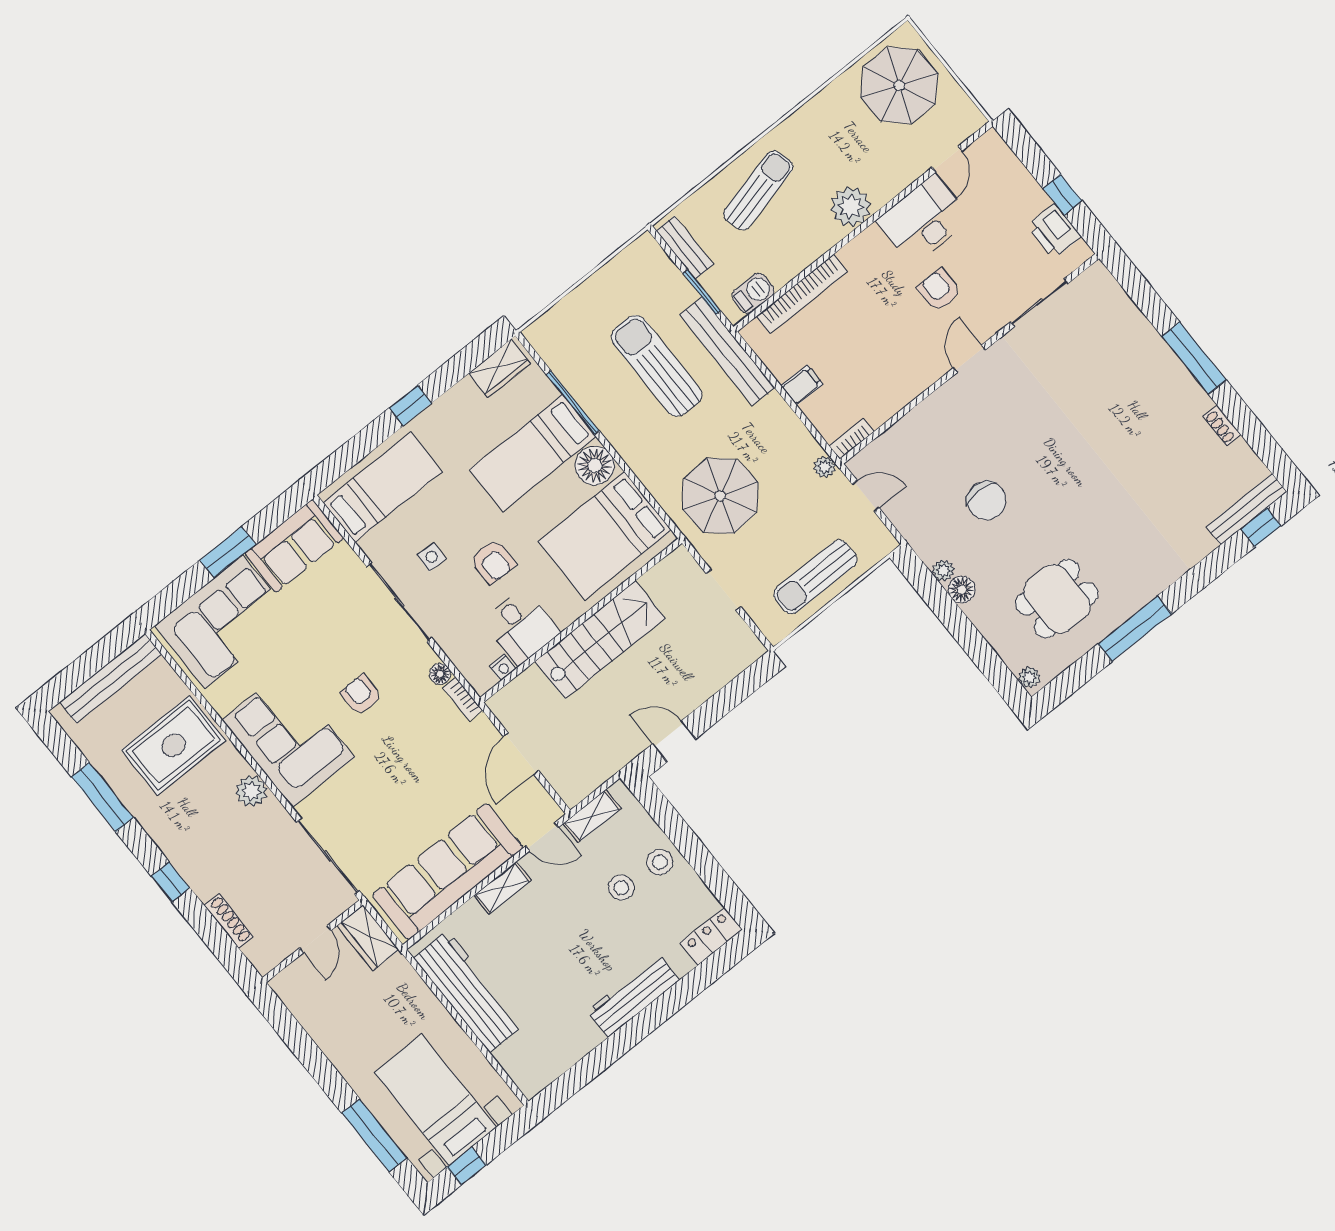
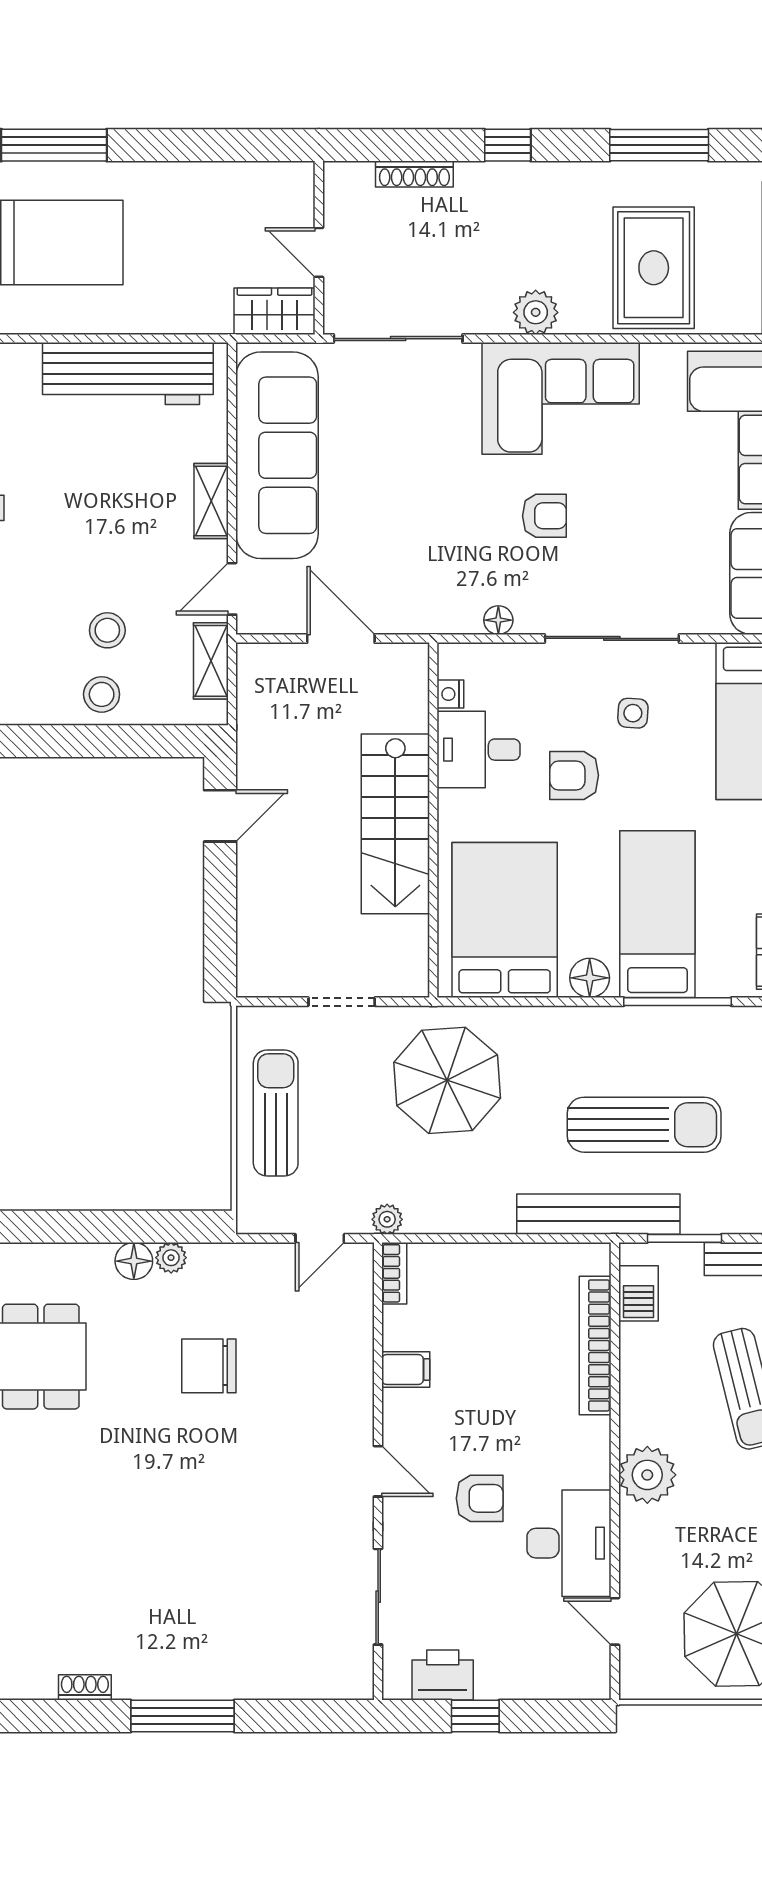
filing cabinet: (802, 385) -> (406, 1369), moved, turned -90
floor lamp: (595, 466) -> (590, 978), width x0.73, depth x0.73
bookcase: (463, 699) -> (451, 623), removed

